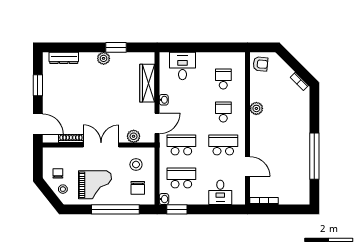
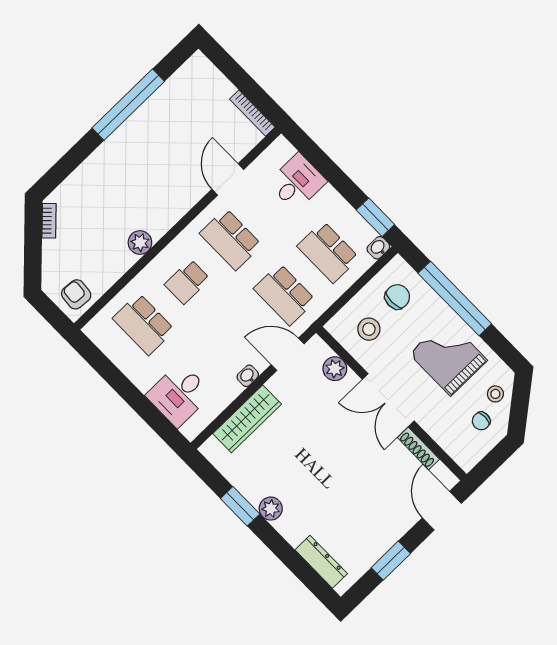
school desk: (223, 79) -> (144, 324), width x1.85

